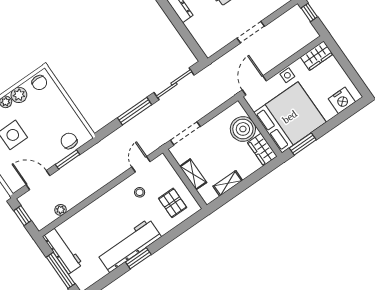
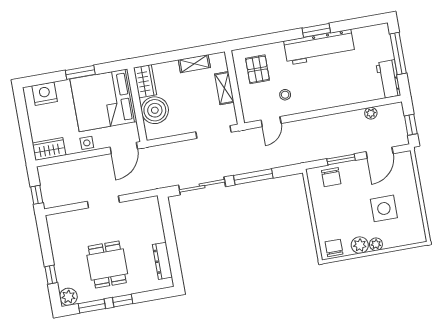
window: (303, 144) -> (80, 72), moved
door: (38, 180) -> (380, 153), hinge flipped
workbench: (63, 250) -> (388, 79), width x0.73

